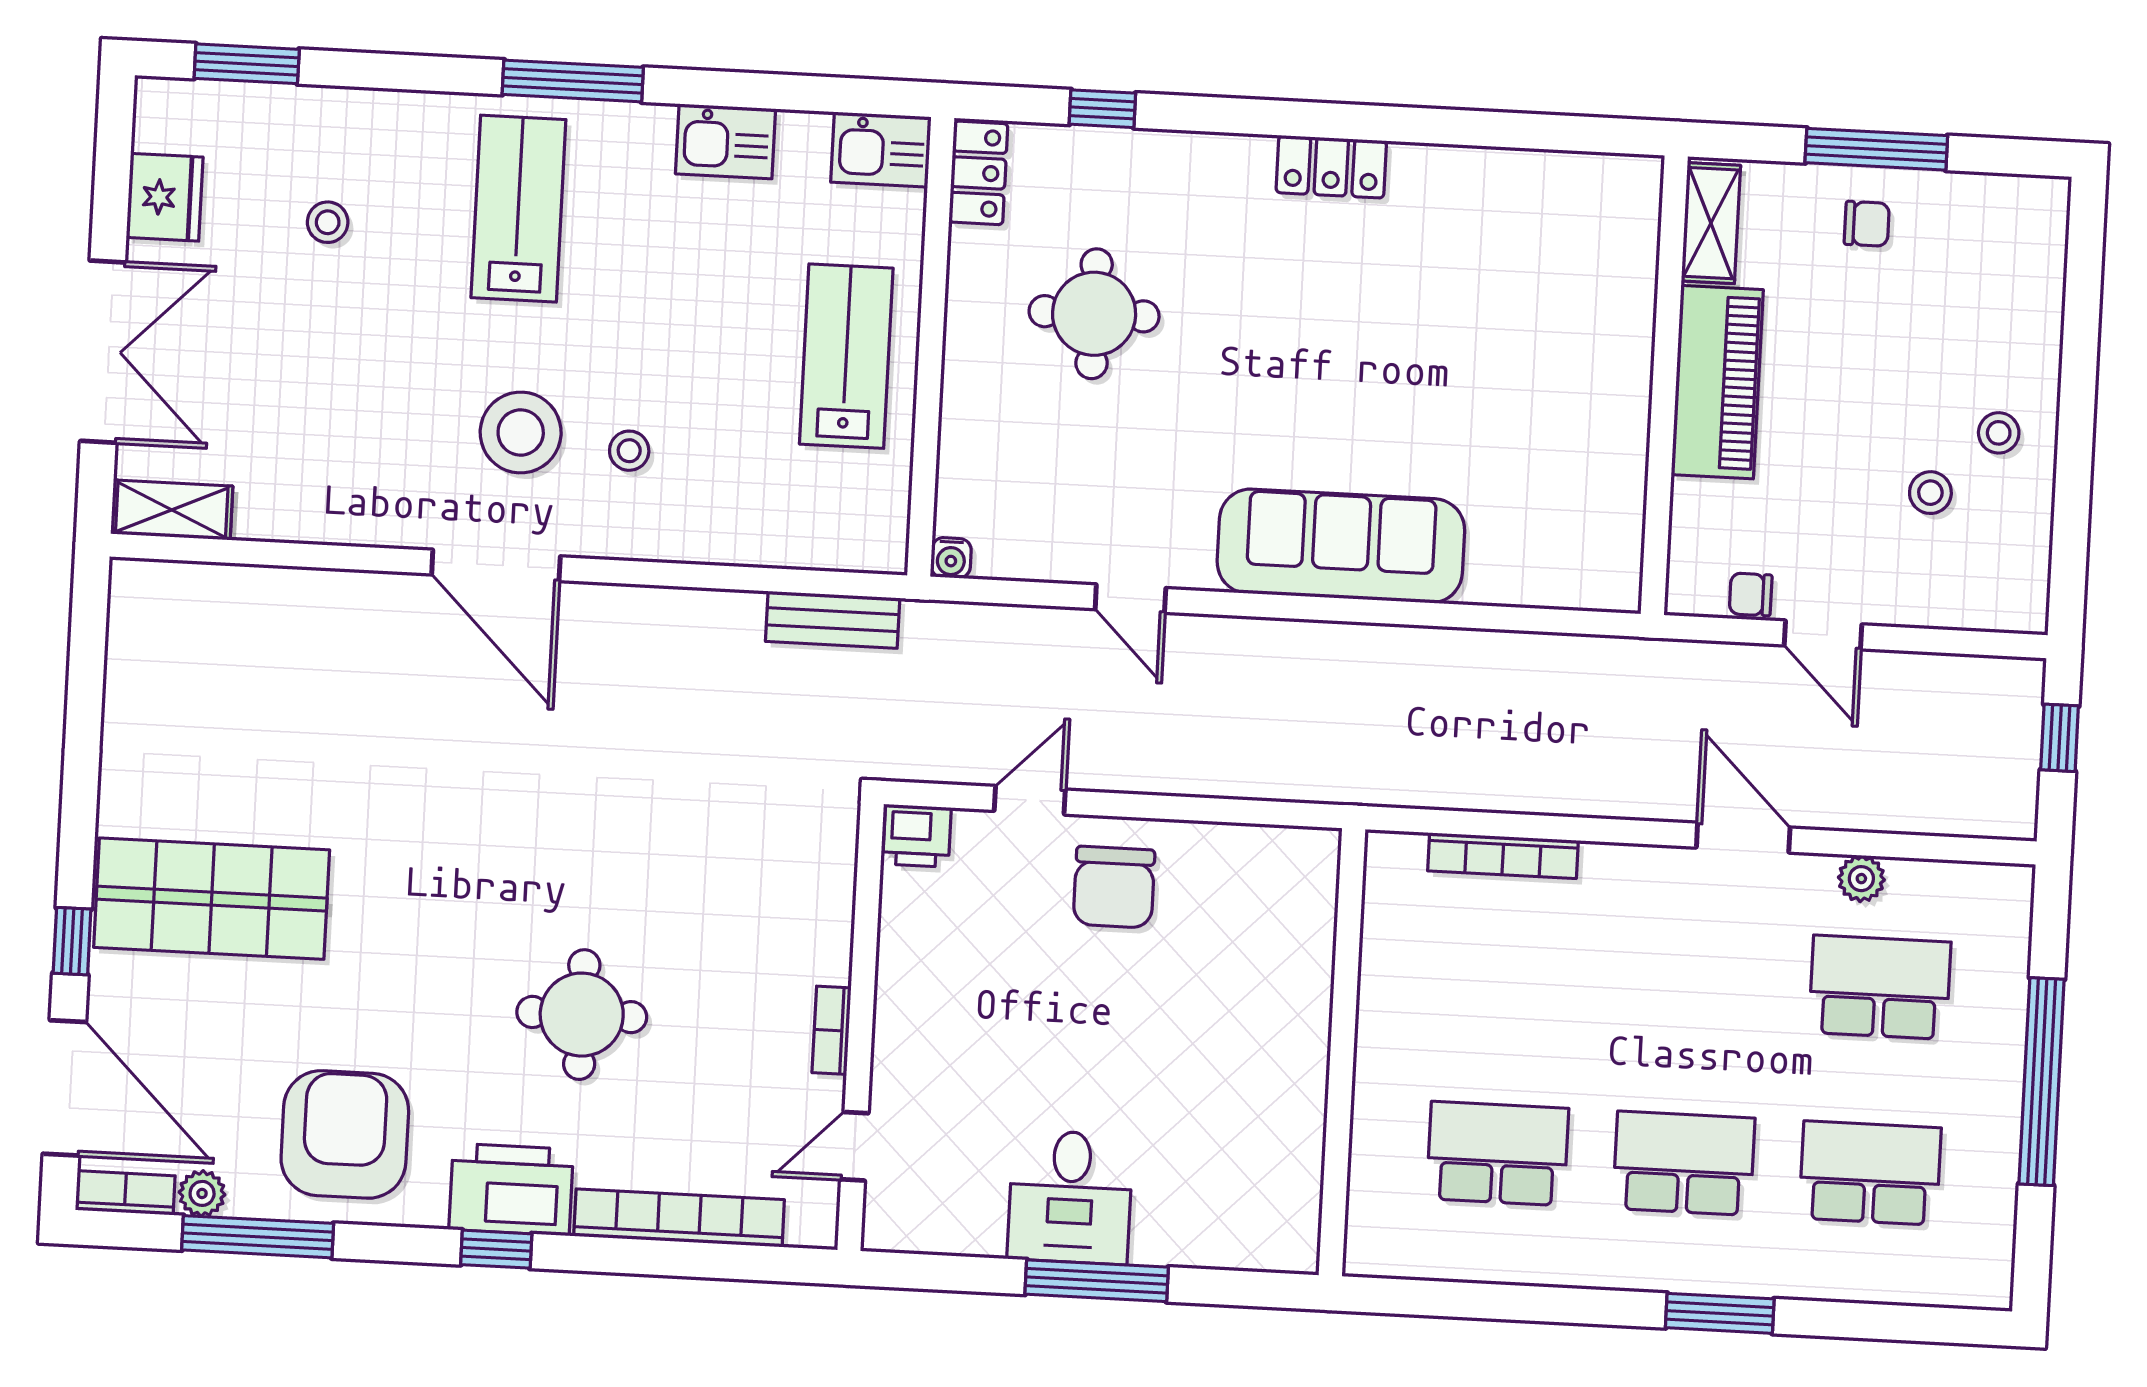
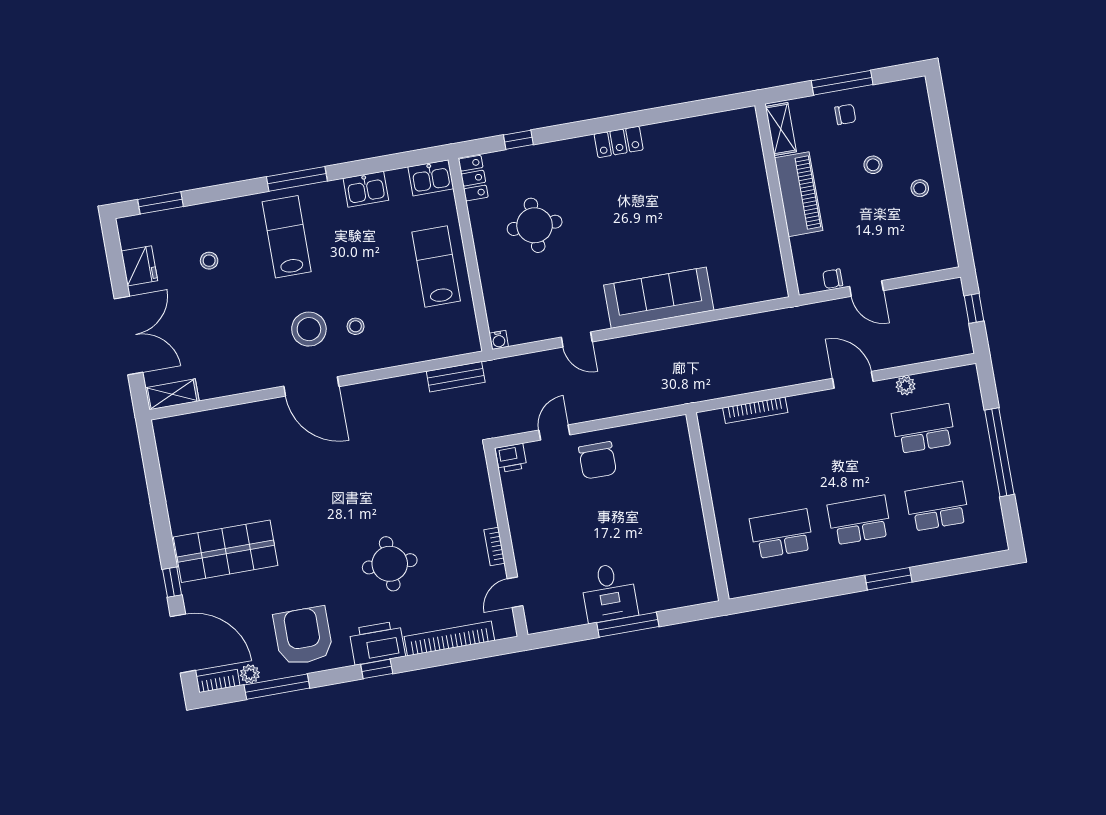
stool: (1930, 493) -> (873, 165), moved

